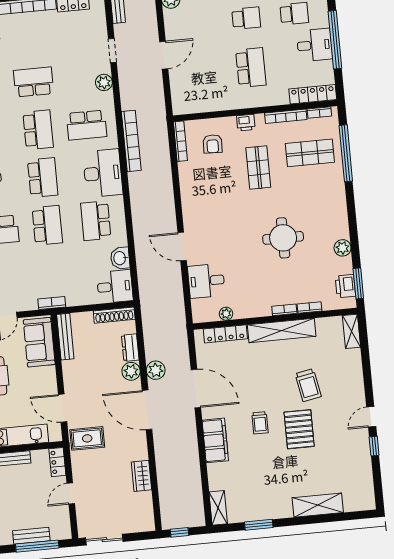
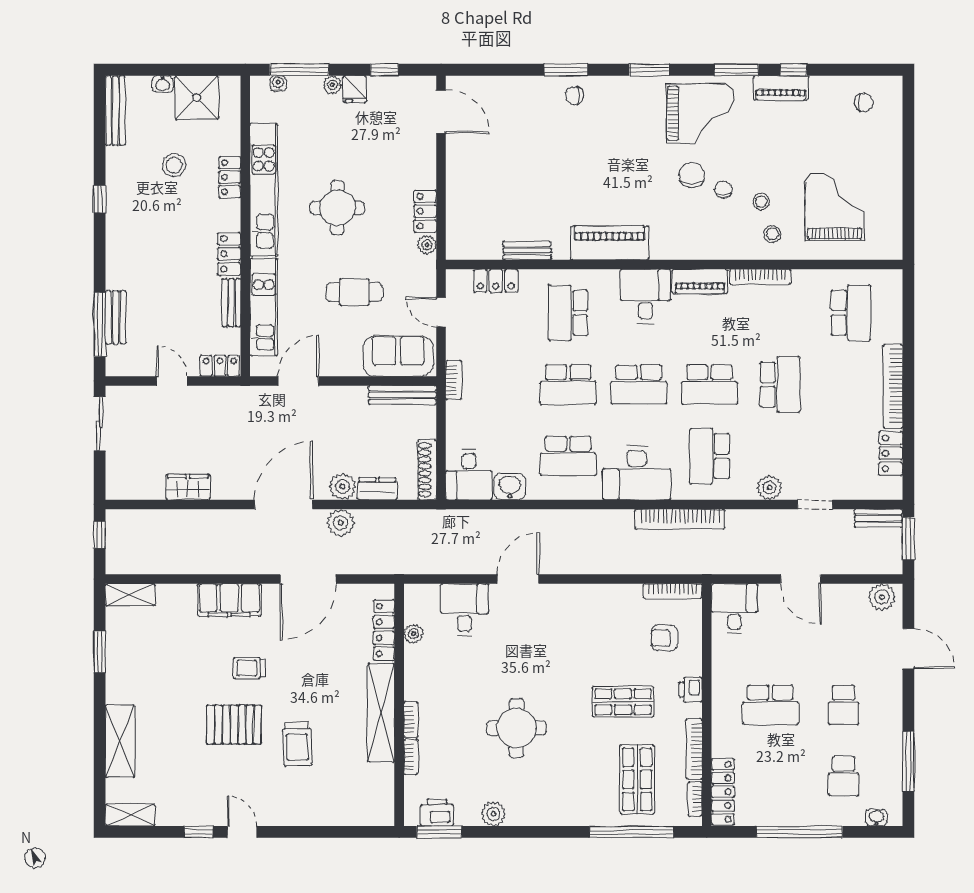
desk: (314, 45) -> (734, 609), moved, turned 180
school desk: (96, 221) -> (568, 456), turned 180
shelving: (351, 331) -> (130, 815), moved
trolley: (308, 385) -> (297, 744), turned -81
rug: (87, 438) -> (250, 413), removed

